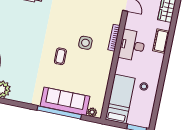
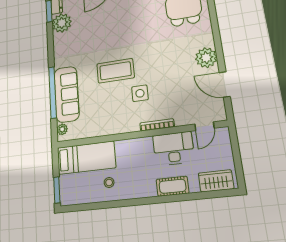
desk: (132, 45) -> (173, 149), moved
coffee table: (60, 56) -> (115, 71), width x1.86, depth x1.72

